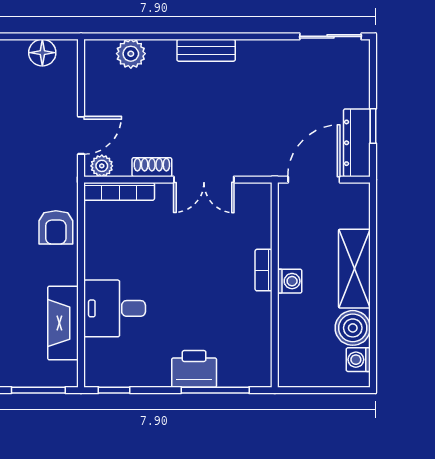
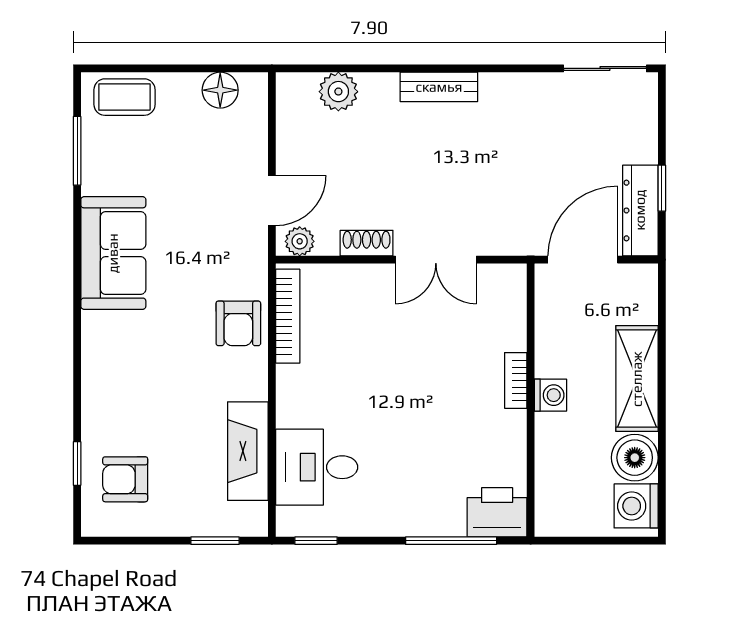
bookcase: (119, 191) -> (288, 316), moved, turned -90
desk: (115, 308) -> (317, 467), moved
washing machine: (358, 360) -> (636, 506), width x1.38, depth x1.38
printer: (194, 369) -> (497, 512), moved
window: (38, 390) -> (215, 541), width x0.67

